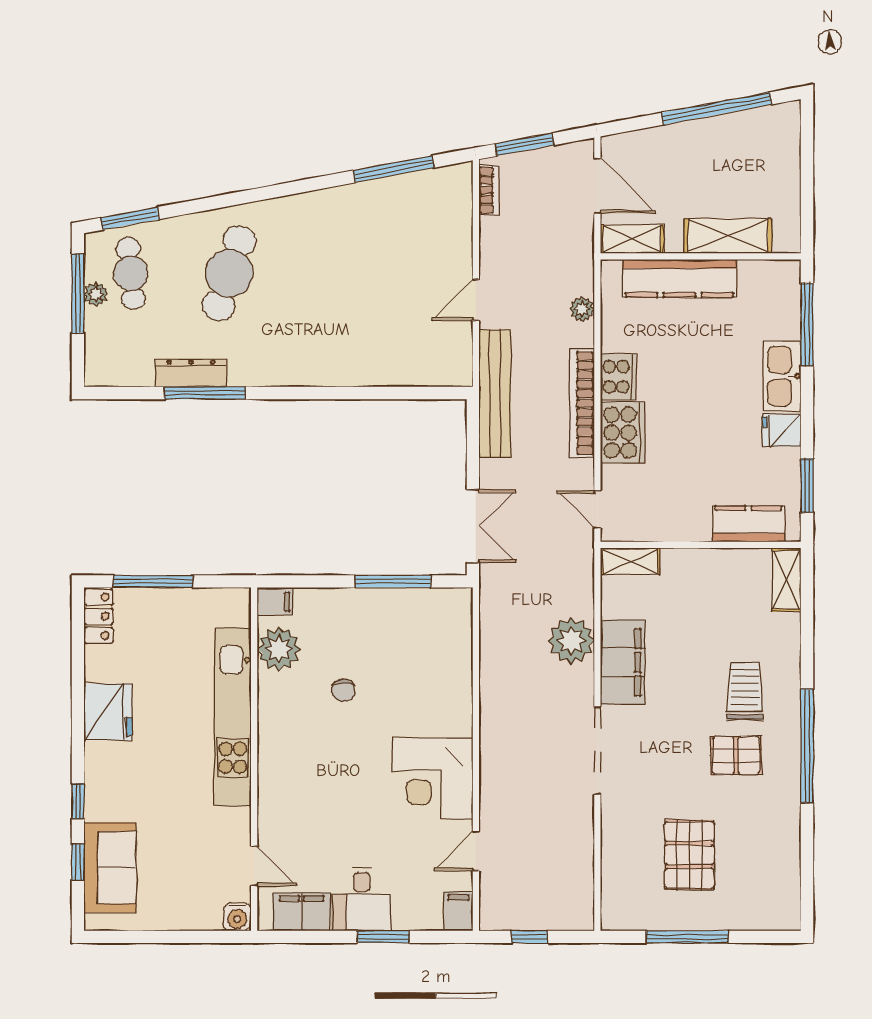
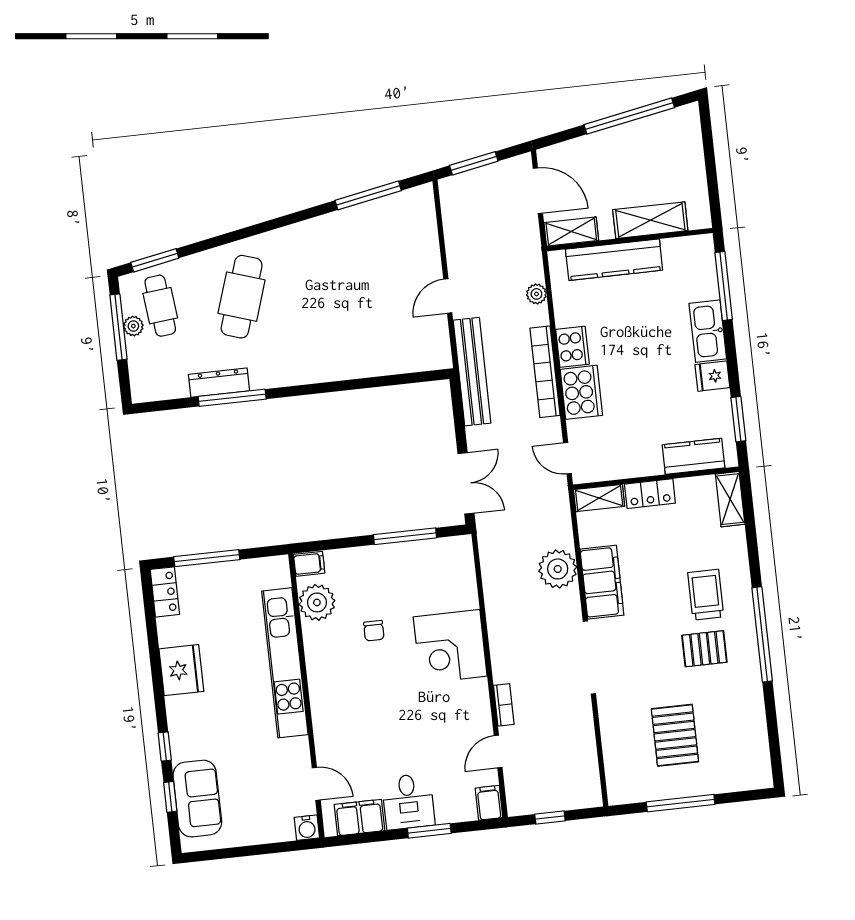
bookcase: (489, 190) -> (504, 705), moved
locker: (691, 563) -> (650, 494), added
corner desk: (433, 779) -> (450, 646), moved

